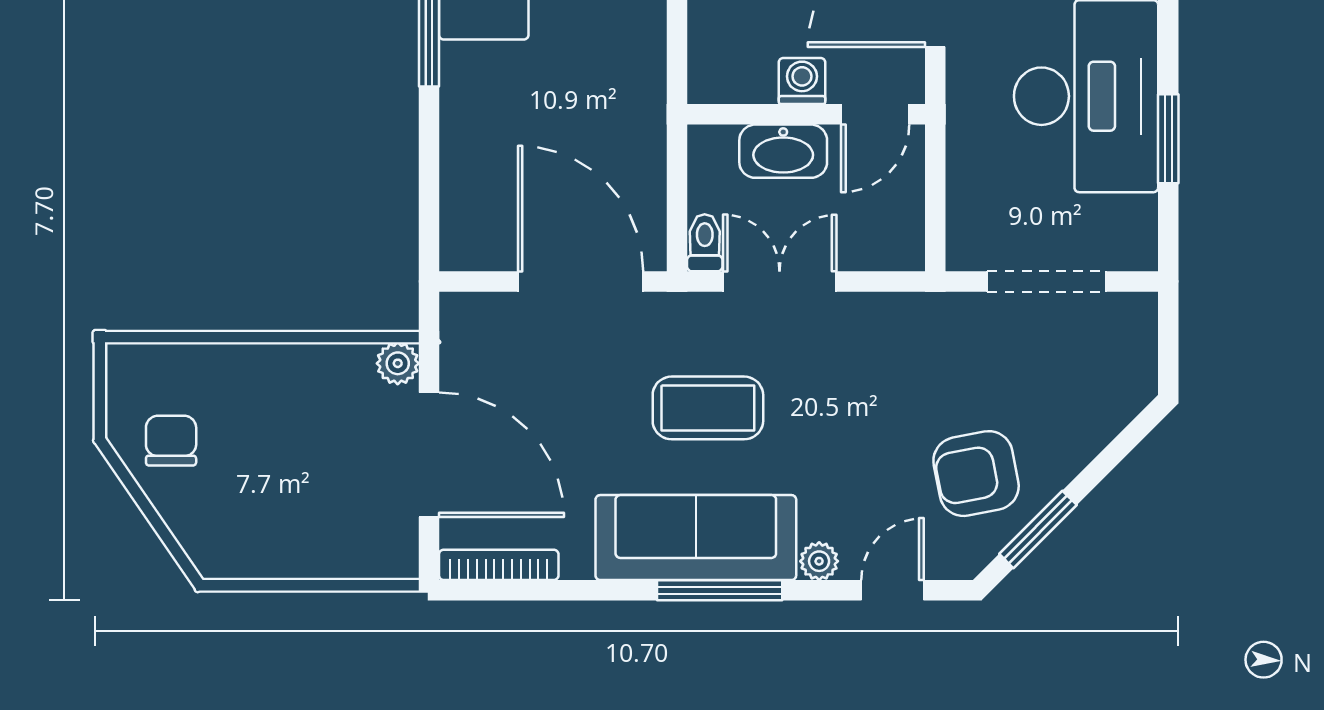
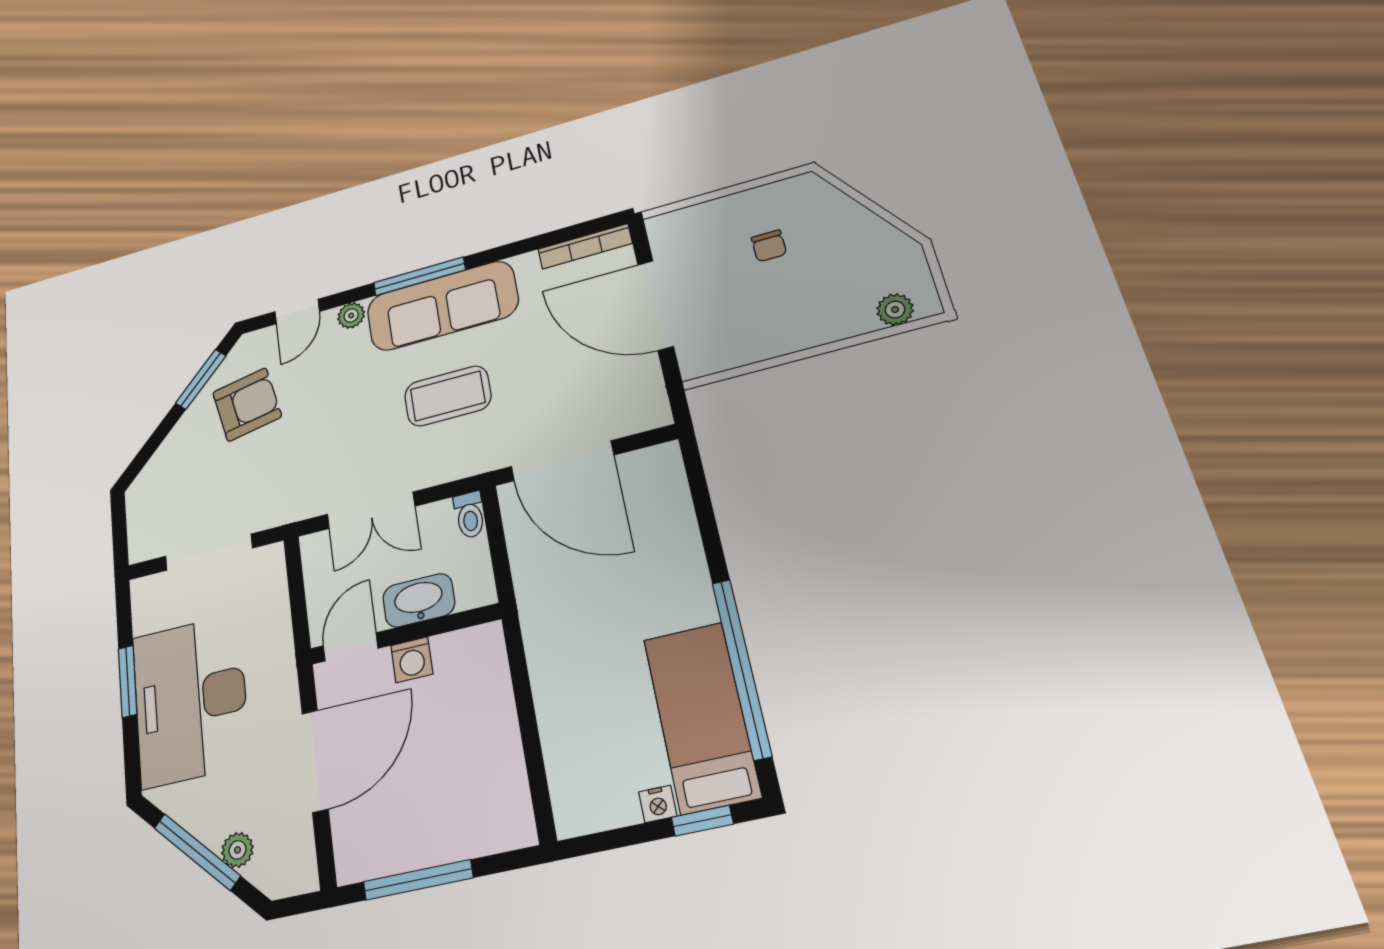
double door: (780, 281) -> (371, 510), moved
plant: (398, 363) -> (895, 310), moved
chair: (171, 441) -> (769, 246), moved, width x0.73, depth x0.73

